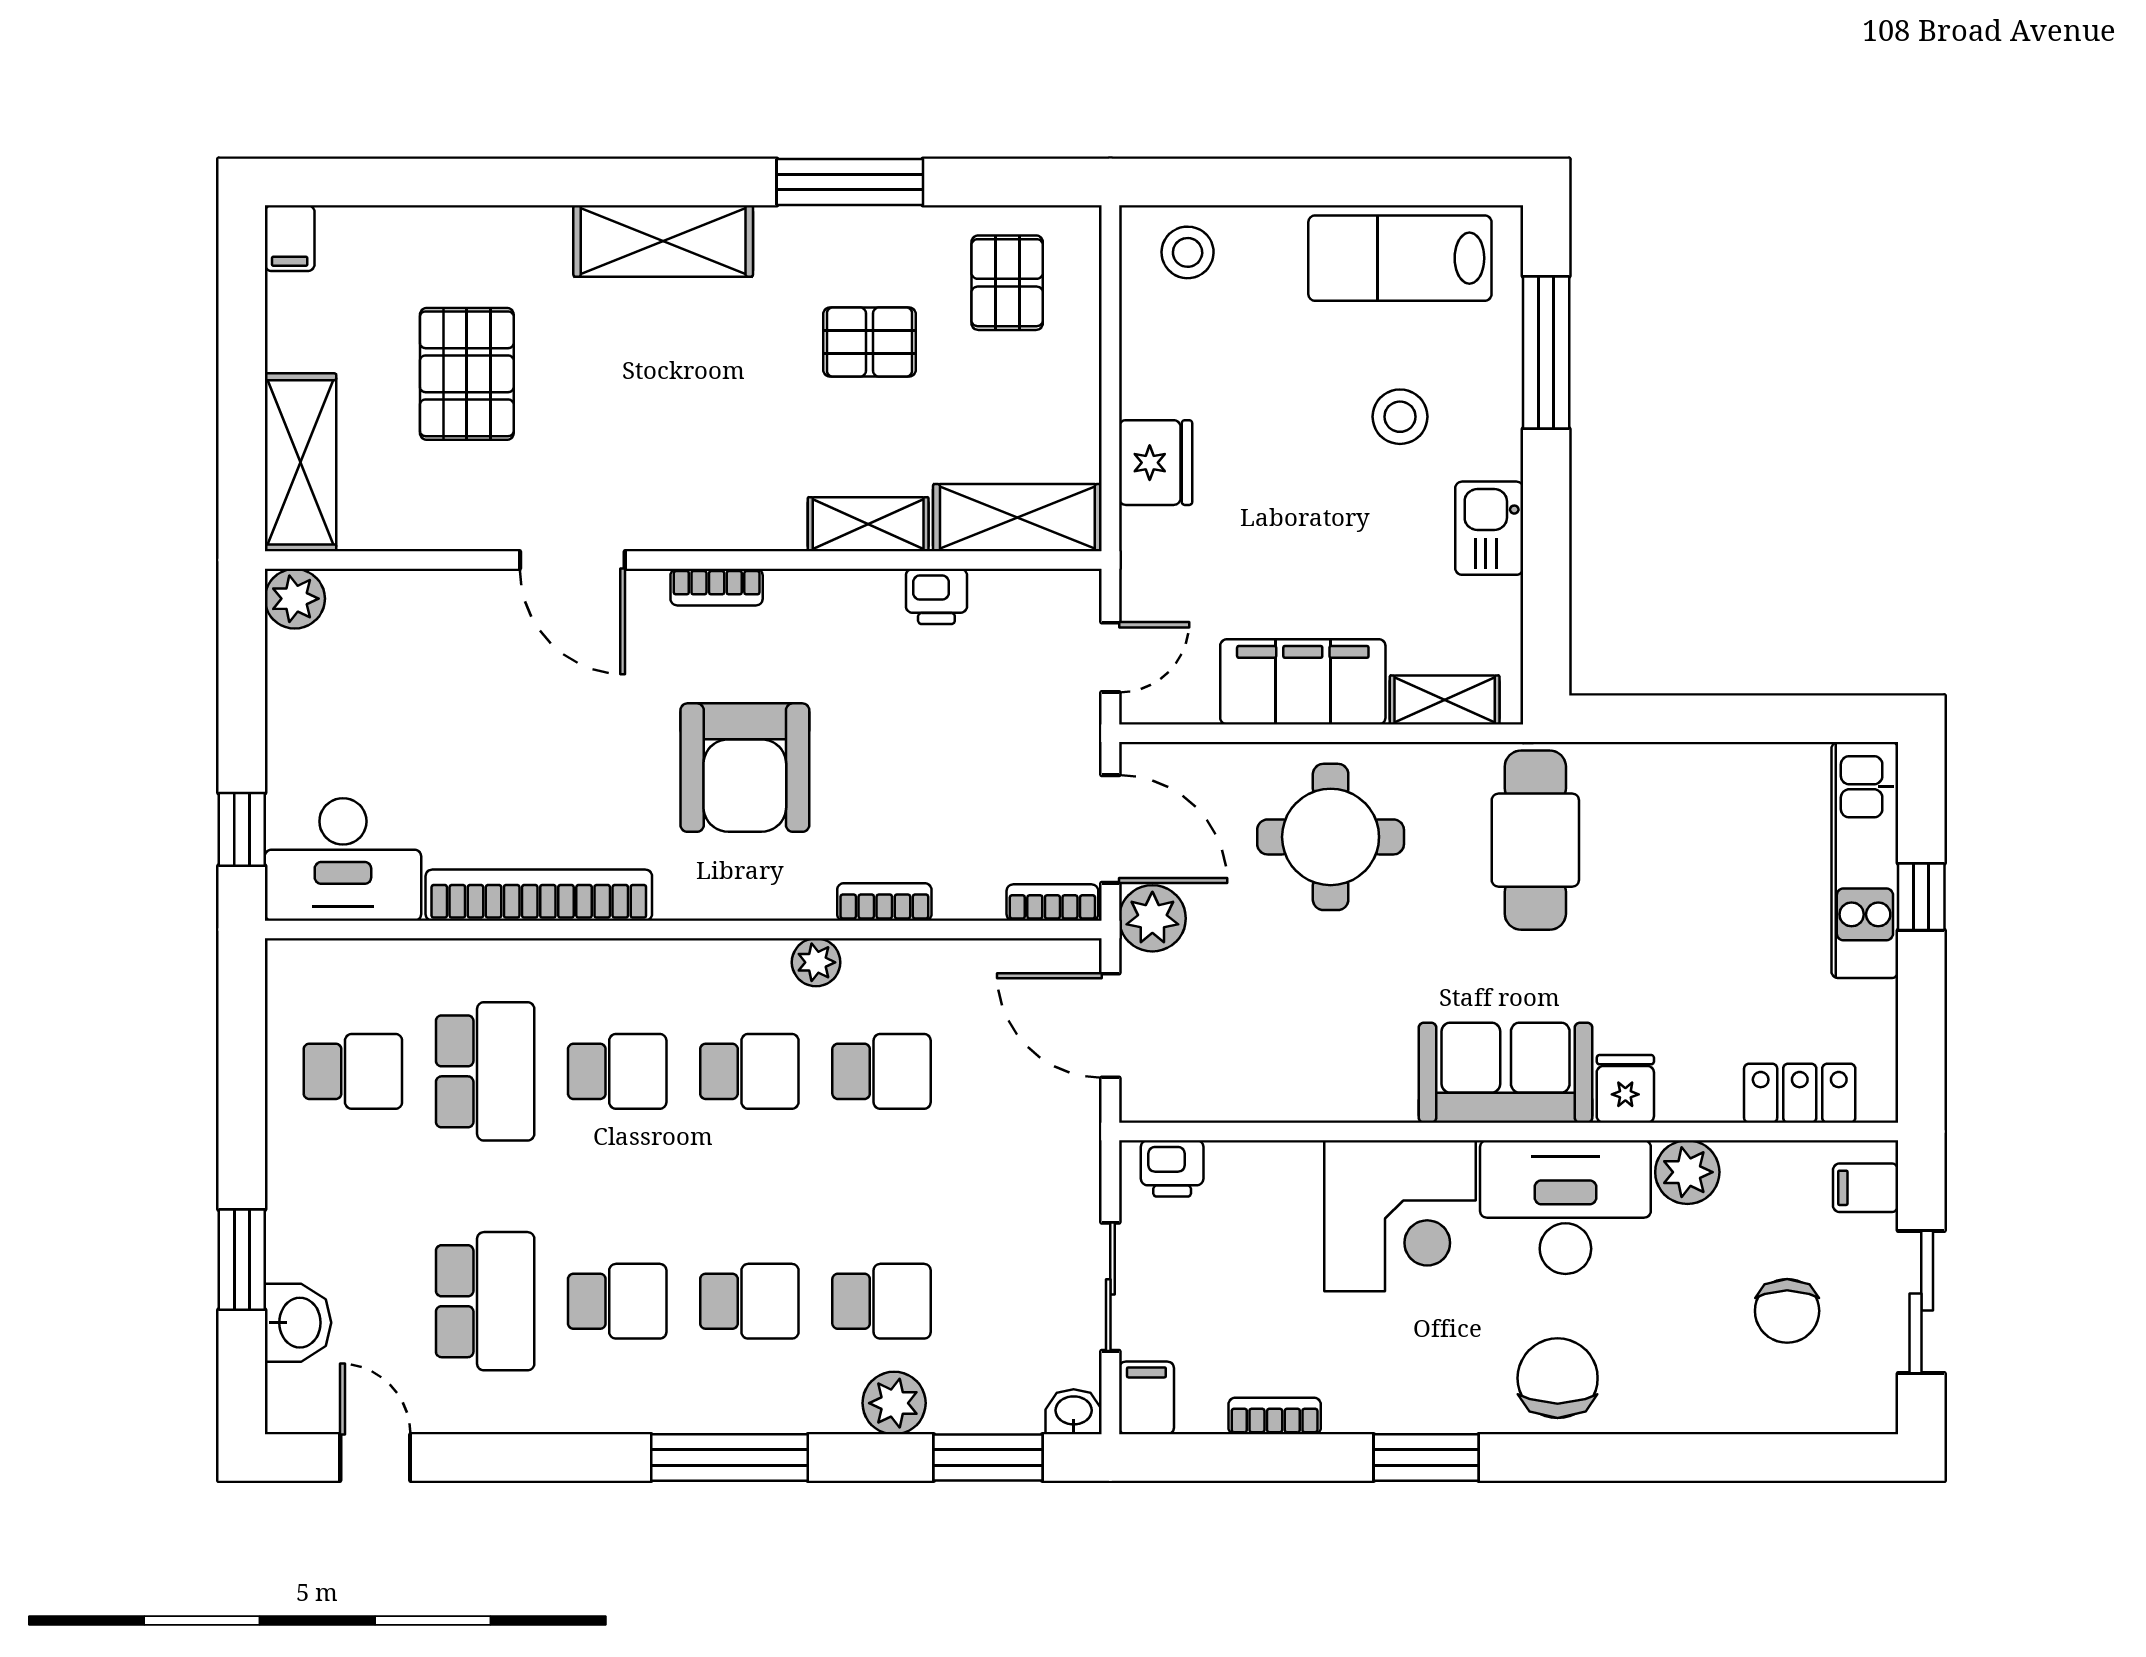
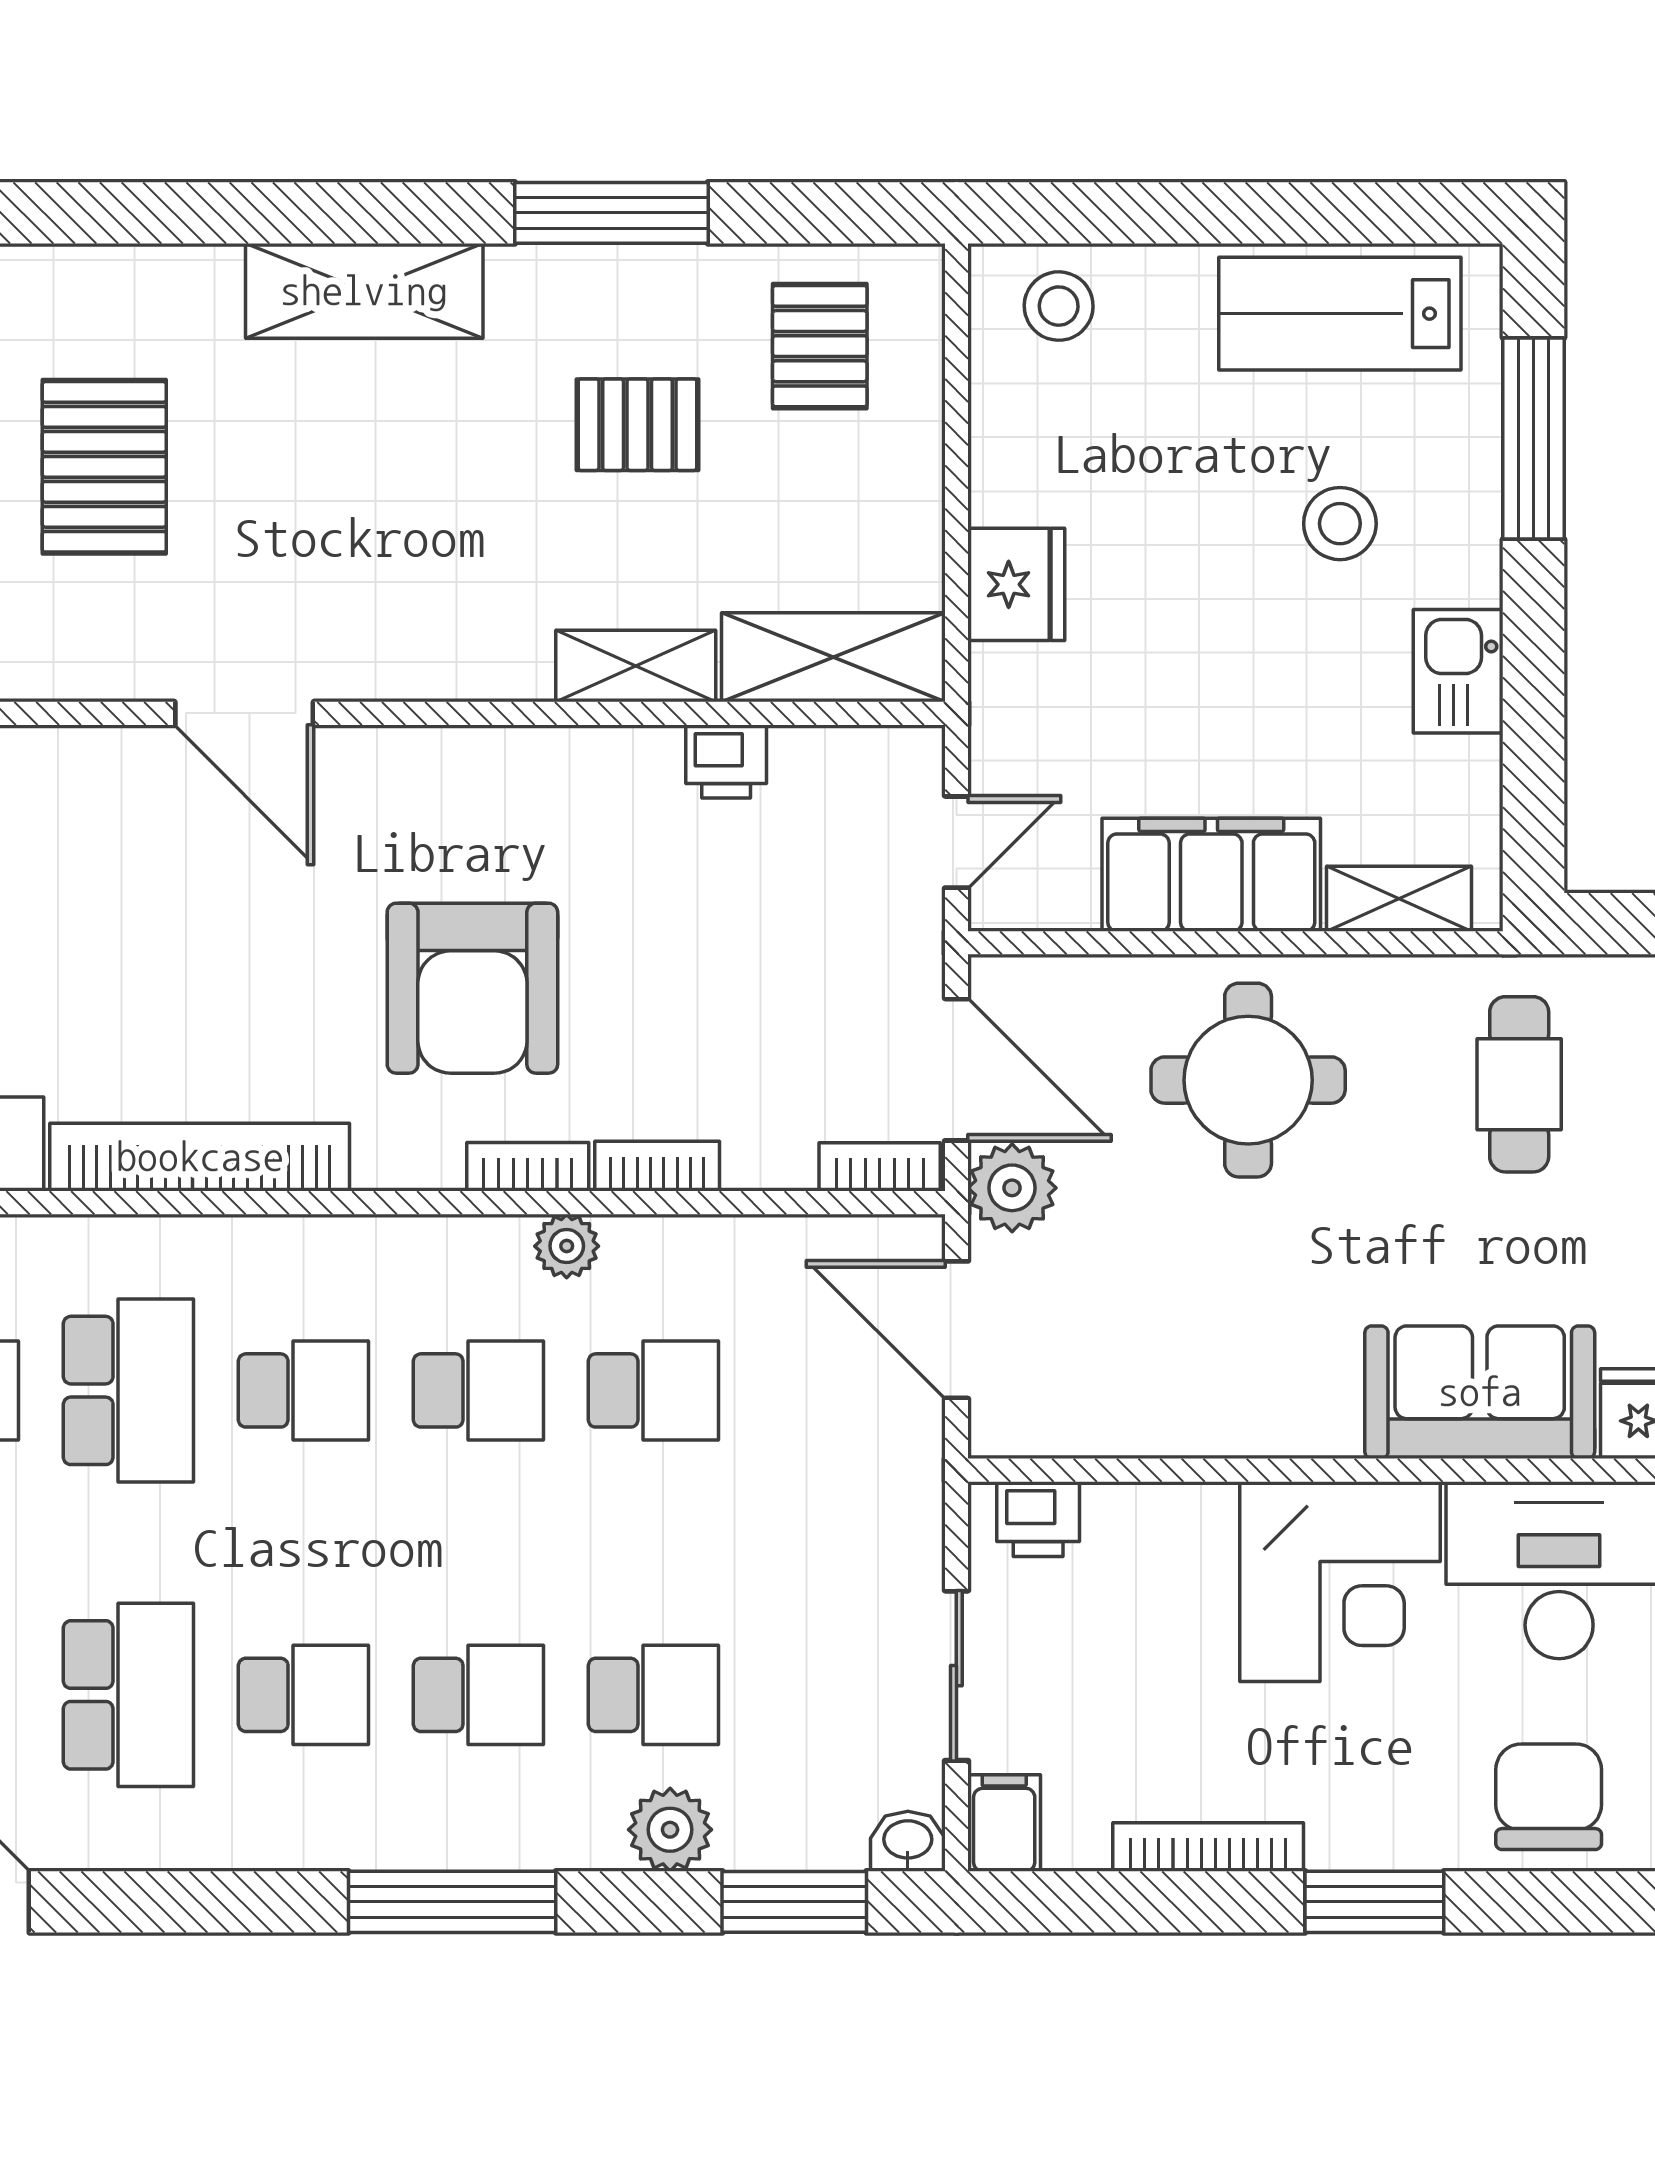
bookcase: (717, 587) -> (528, 1167), moved, turned 180
cafe table: (1535, 840) -> (1519, 1084), width x0.73, depth x0.74
bookcase: (1275, 1416) -> (1208, 1847), width x1.56

